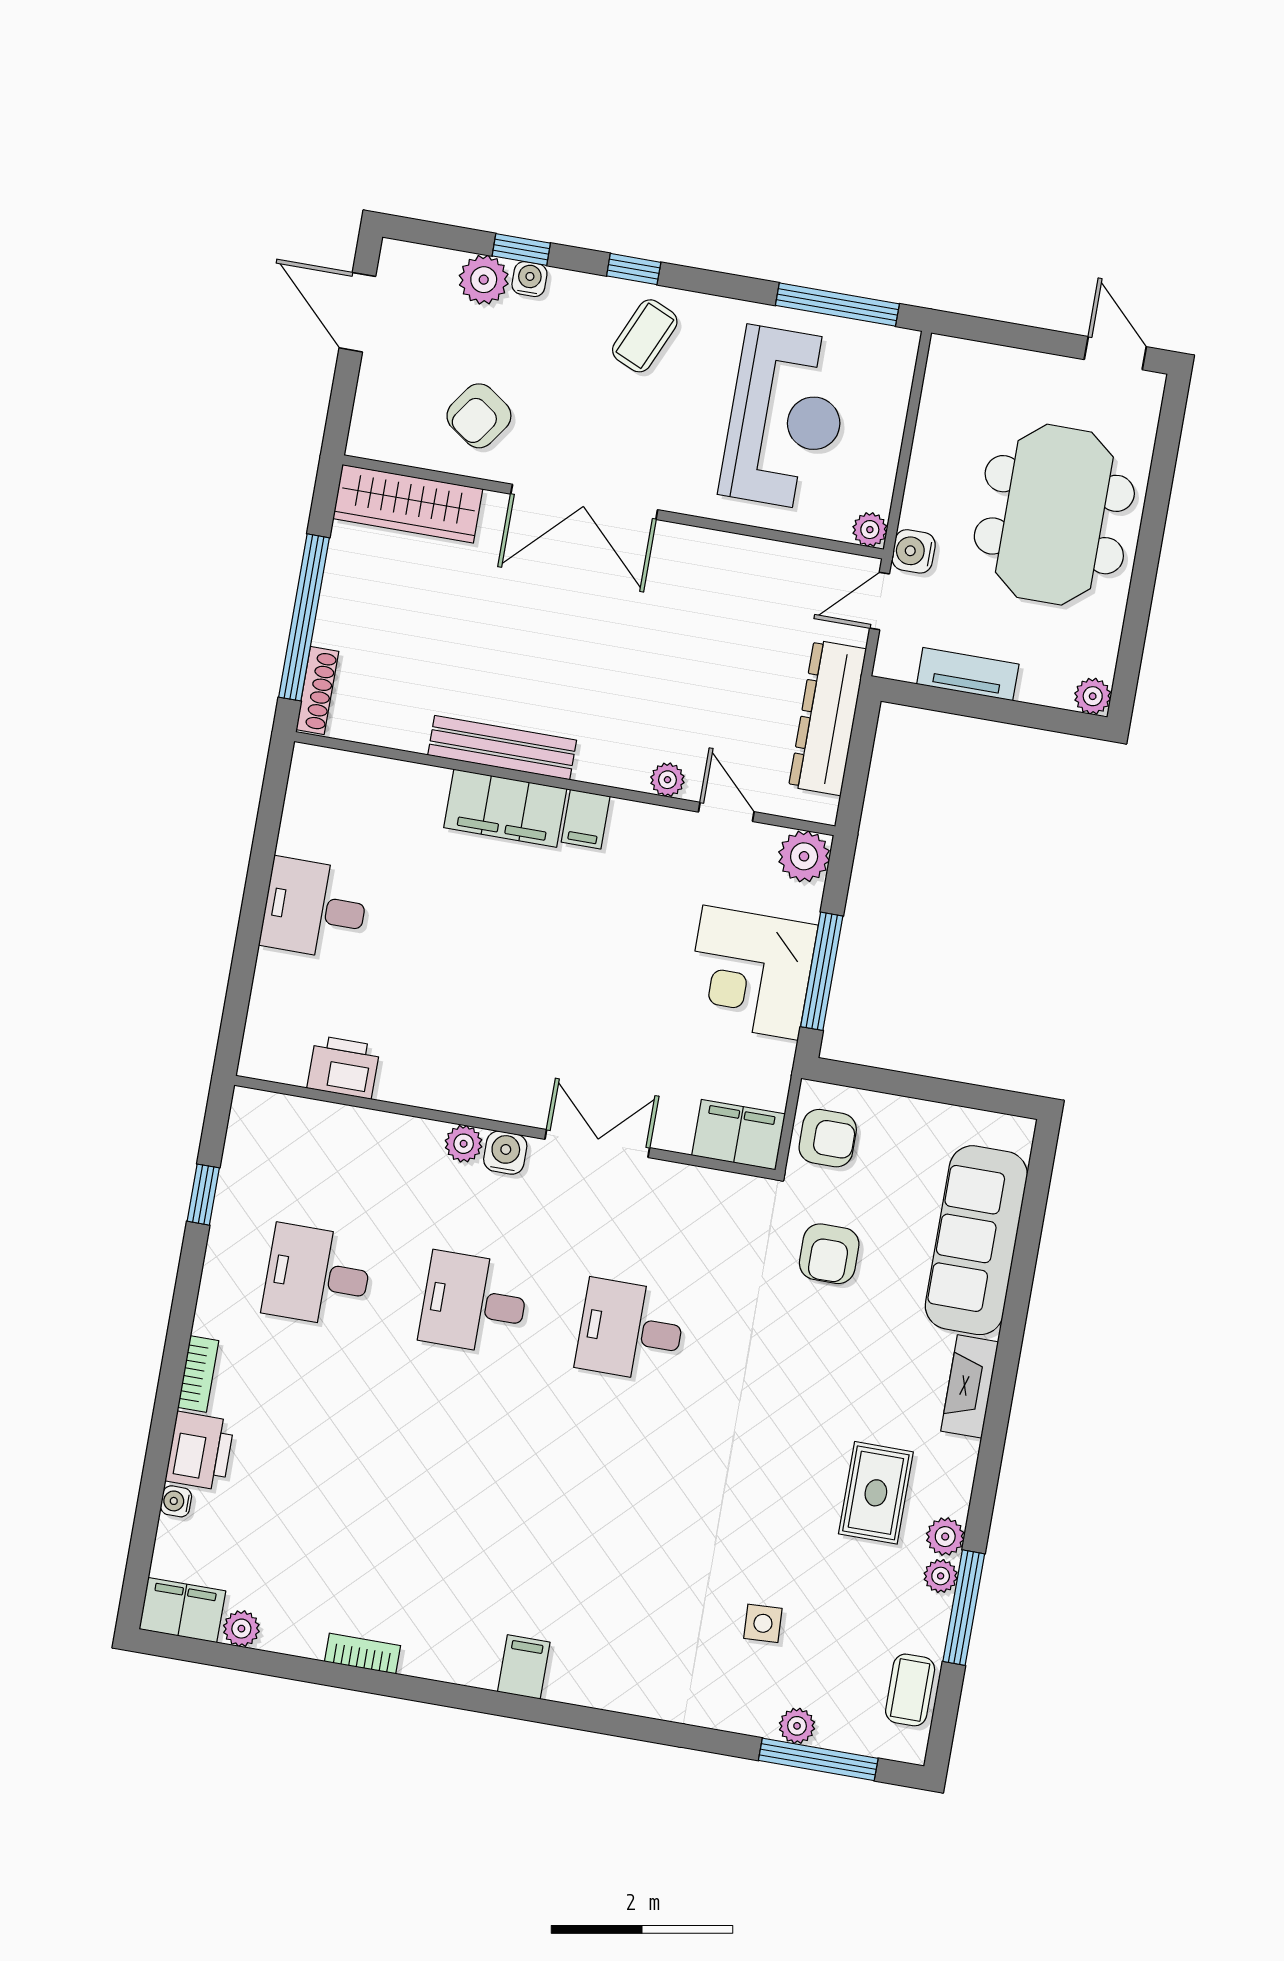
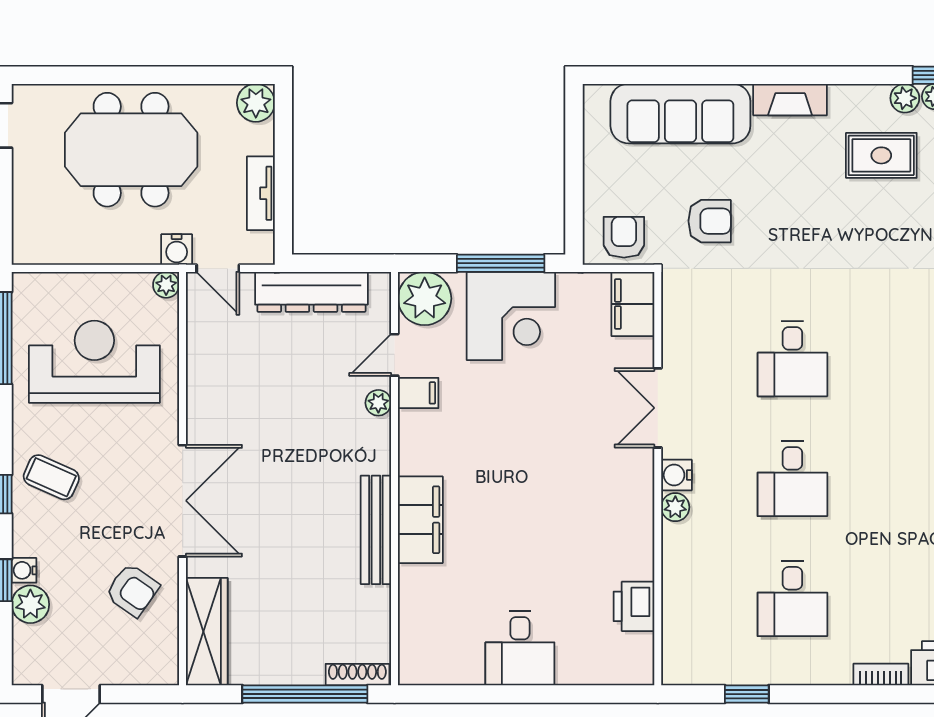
plant: (1093, 696) -> (256, 103), width x1.38, depth x1.38
filing cabinet: (586, 819) -> (418, 393), moved
plant: (804, 856) -> (425, 298), width x1.36, depth x1.36

